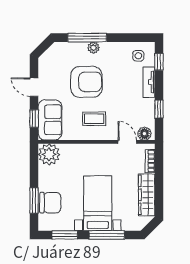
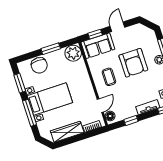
window: (34, 201) -> (51, 49), moved

